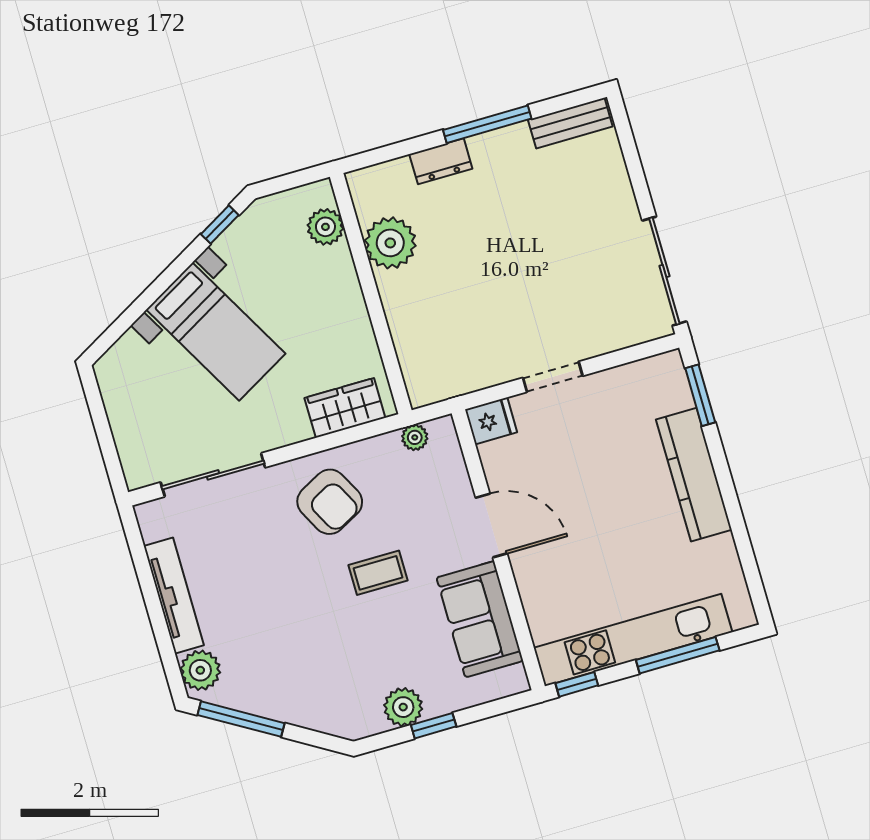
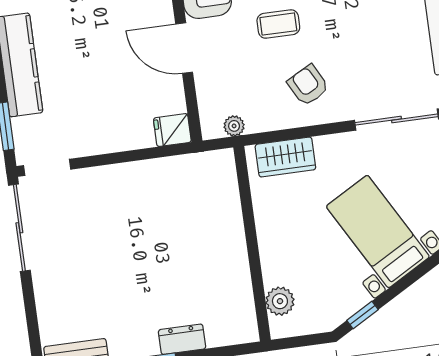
plant: (390, 243) -> (231, 281), removed
doorway: (553, 377) -> (47, 167), moved
armchair: (330, 502) -> (308, 85), width x0.72, depth x0.72

